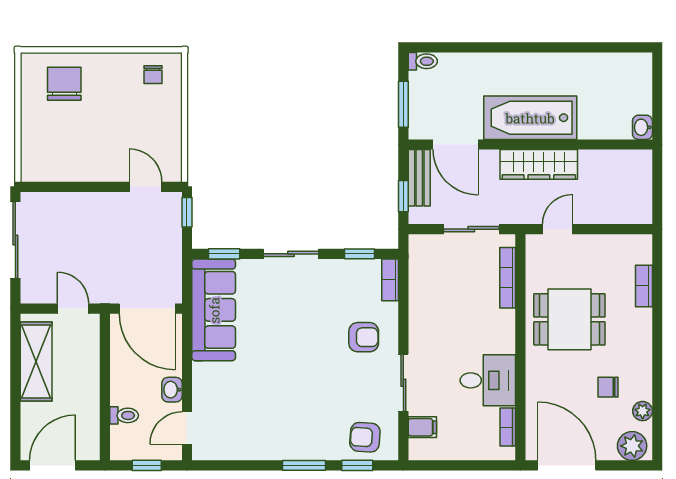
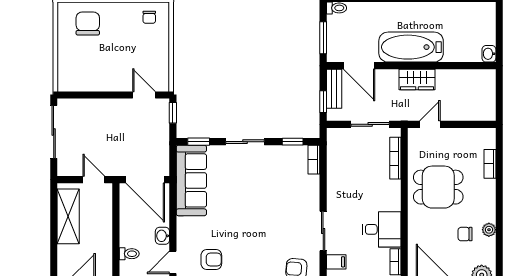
wardrobe: (539, 164) -> (417, 79), width x0.67
armchair: (364, 337) -> (211, 260), moved
plant: (643, 411) -> (489, 230), moved

